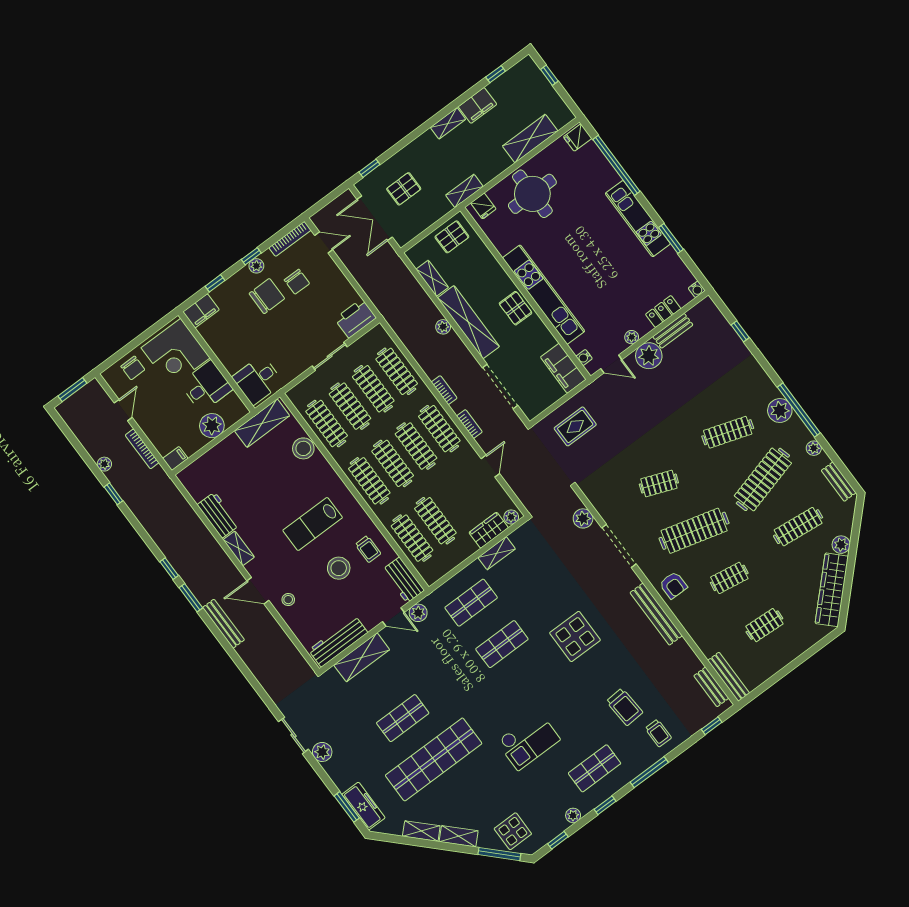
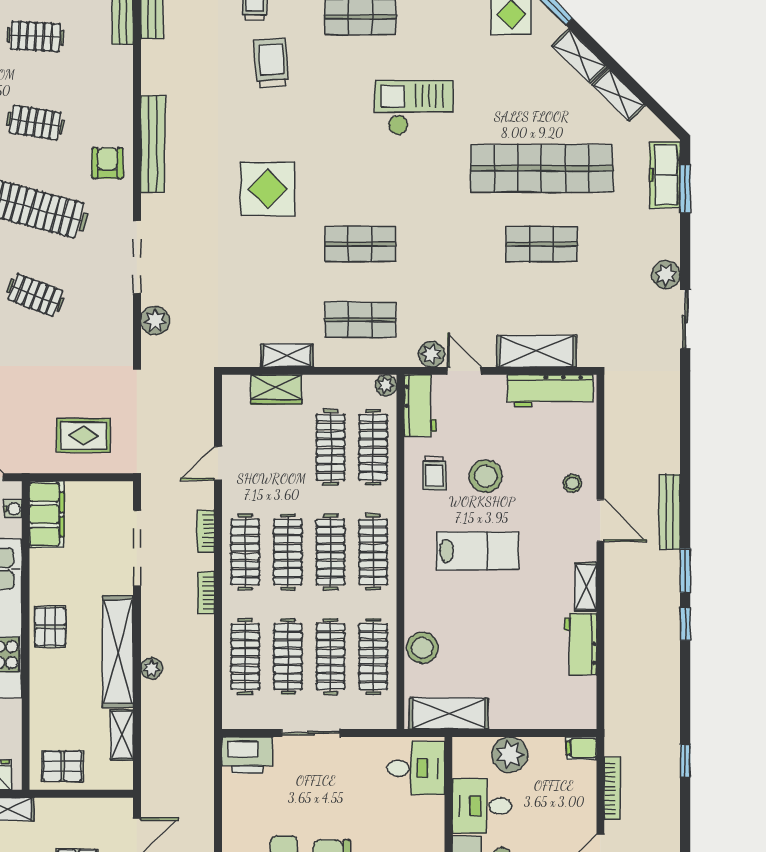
plant: (104, 464) -> (670, 804), removed
plant: (511, 517) -> (386, 385), moved
trolley: (368, 549) -> (434, 473), turned 180

